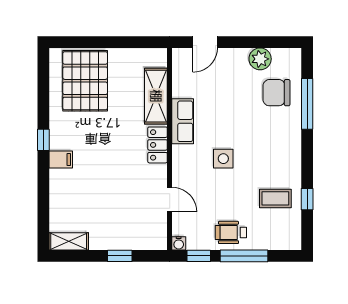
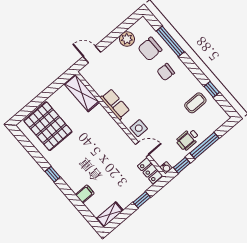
door: (205, 42) -> (92, 54), swing flipped
shelving: (156, 96) -> (82, 93), moved
chair: (272, 134) -> (166, 72), added
locker: (158, 145) -> (150, 171), moved
side table: (223, 159) -> (139, 128), moved
filing cabinet: (61, 160) -> (85, 194), moved

